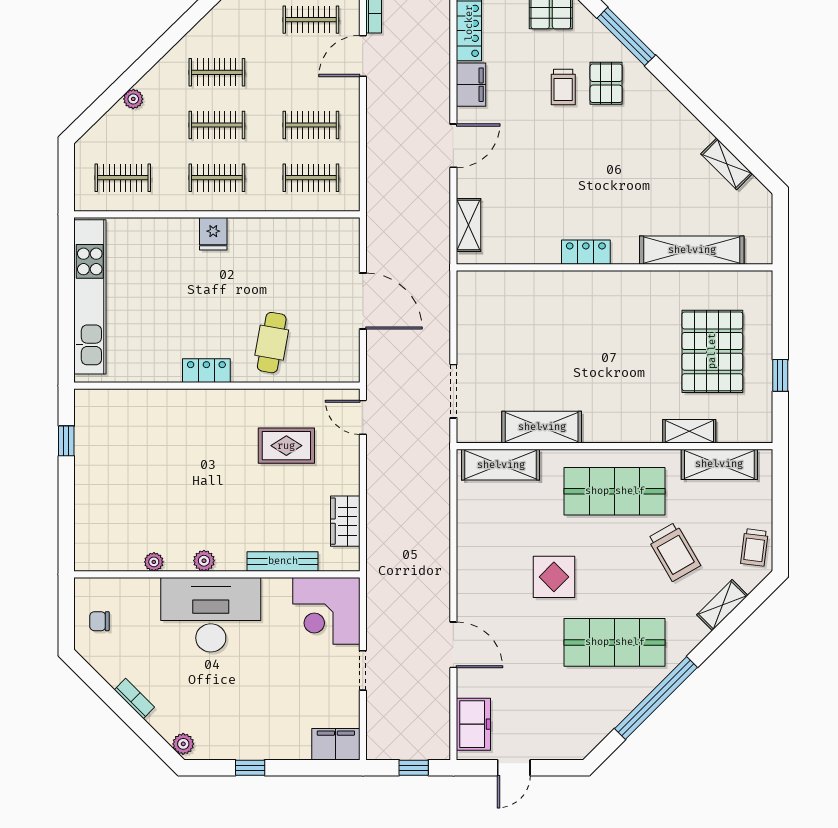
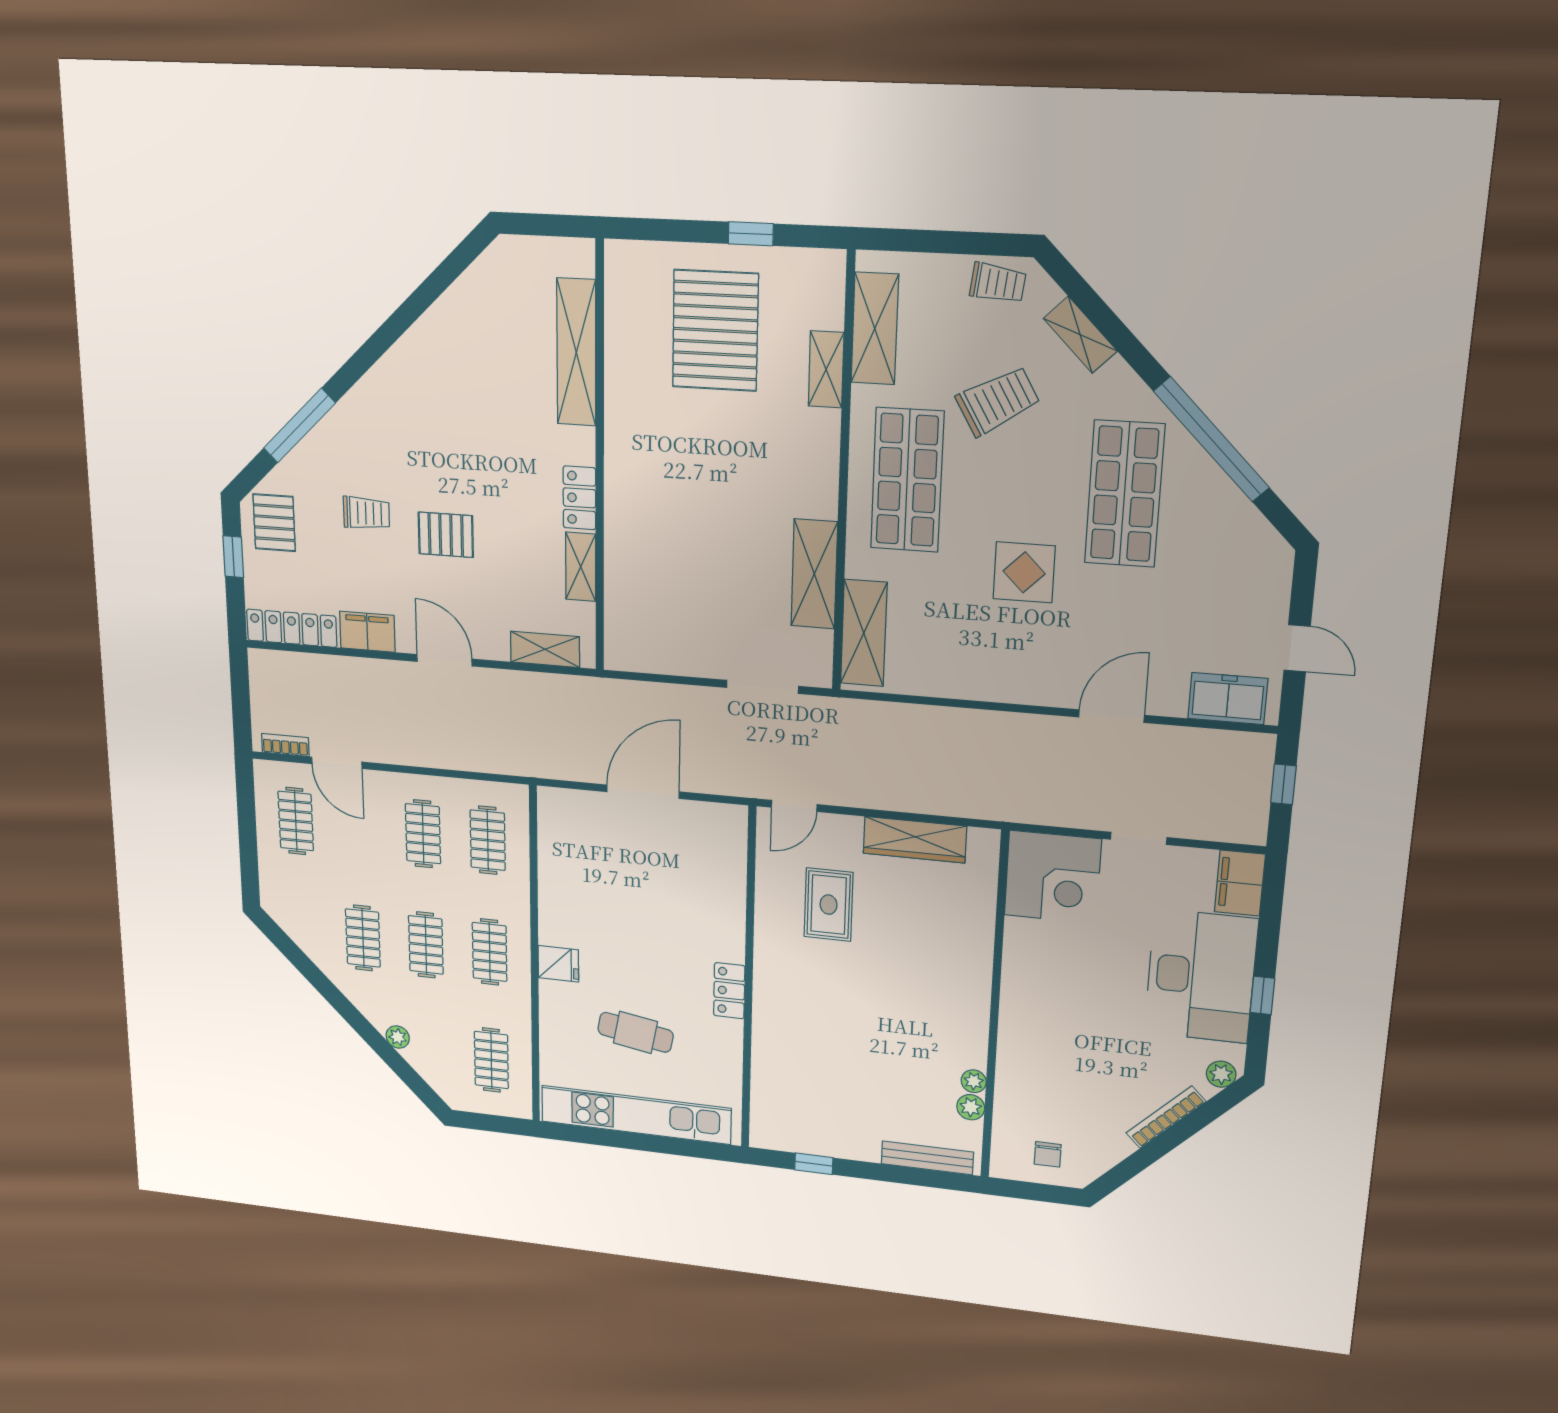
pallet: (606, 83) -> (446, 535), moved
shelving: (727, 164) -> (581, 567), moved, turned -45
cafe table: (272, 343) -> (636, 1032), moved
pallet: (712, 351) -> (715, 331), turned 90
wardrobe: (345, 521) -> (915, 840), width x1.50
plant: (204, 561) -> (971, 1107), moved
bench: (283, 561) -> (927, 1158), moved, turned 90
desk: (211, 615) -> (1201, 976), moved, turned 180
bookcase: (134, 699) -> (1166, 1117), width x1.56

